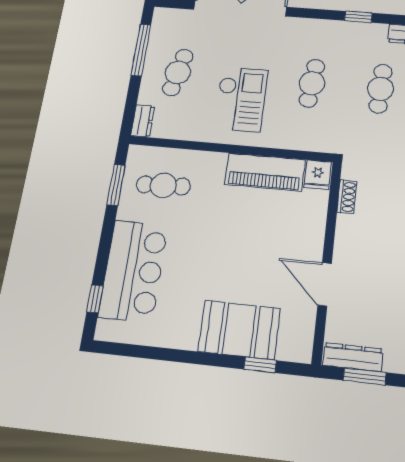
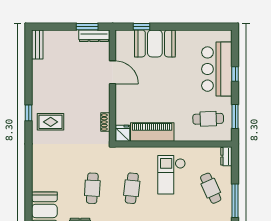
cafe table: (178, 72) -> (211, 188), turned -36
window: (95, 299) -> (235, 74), moved

